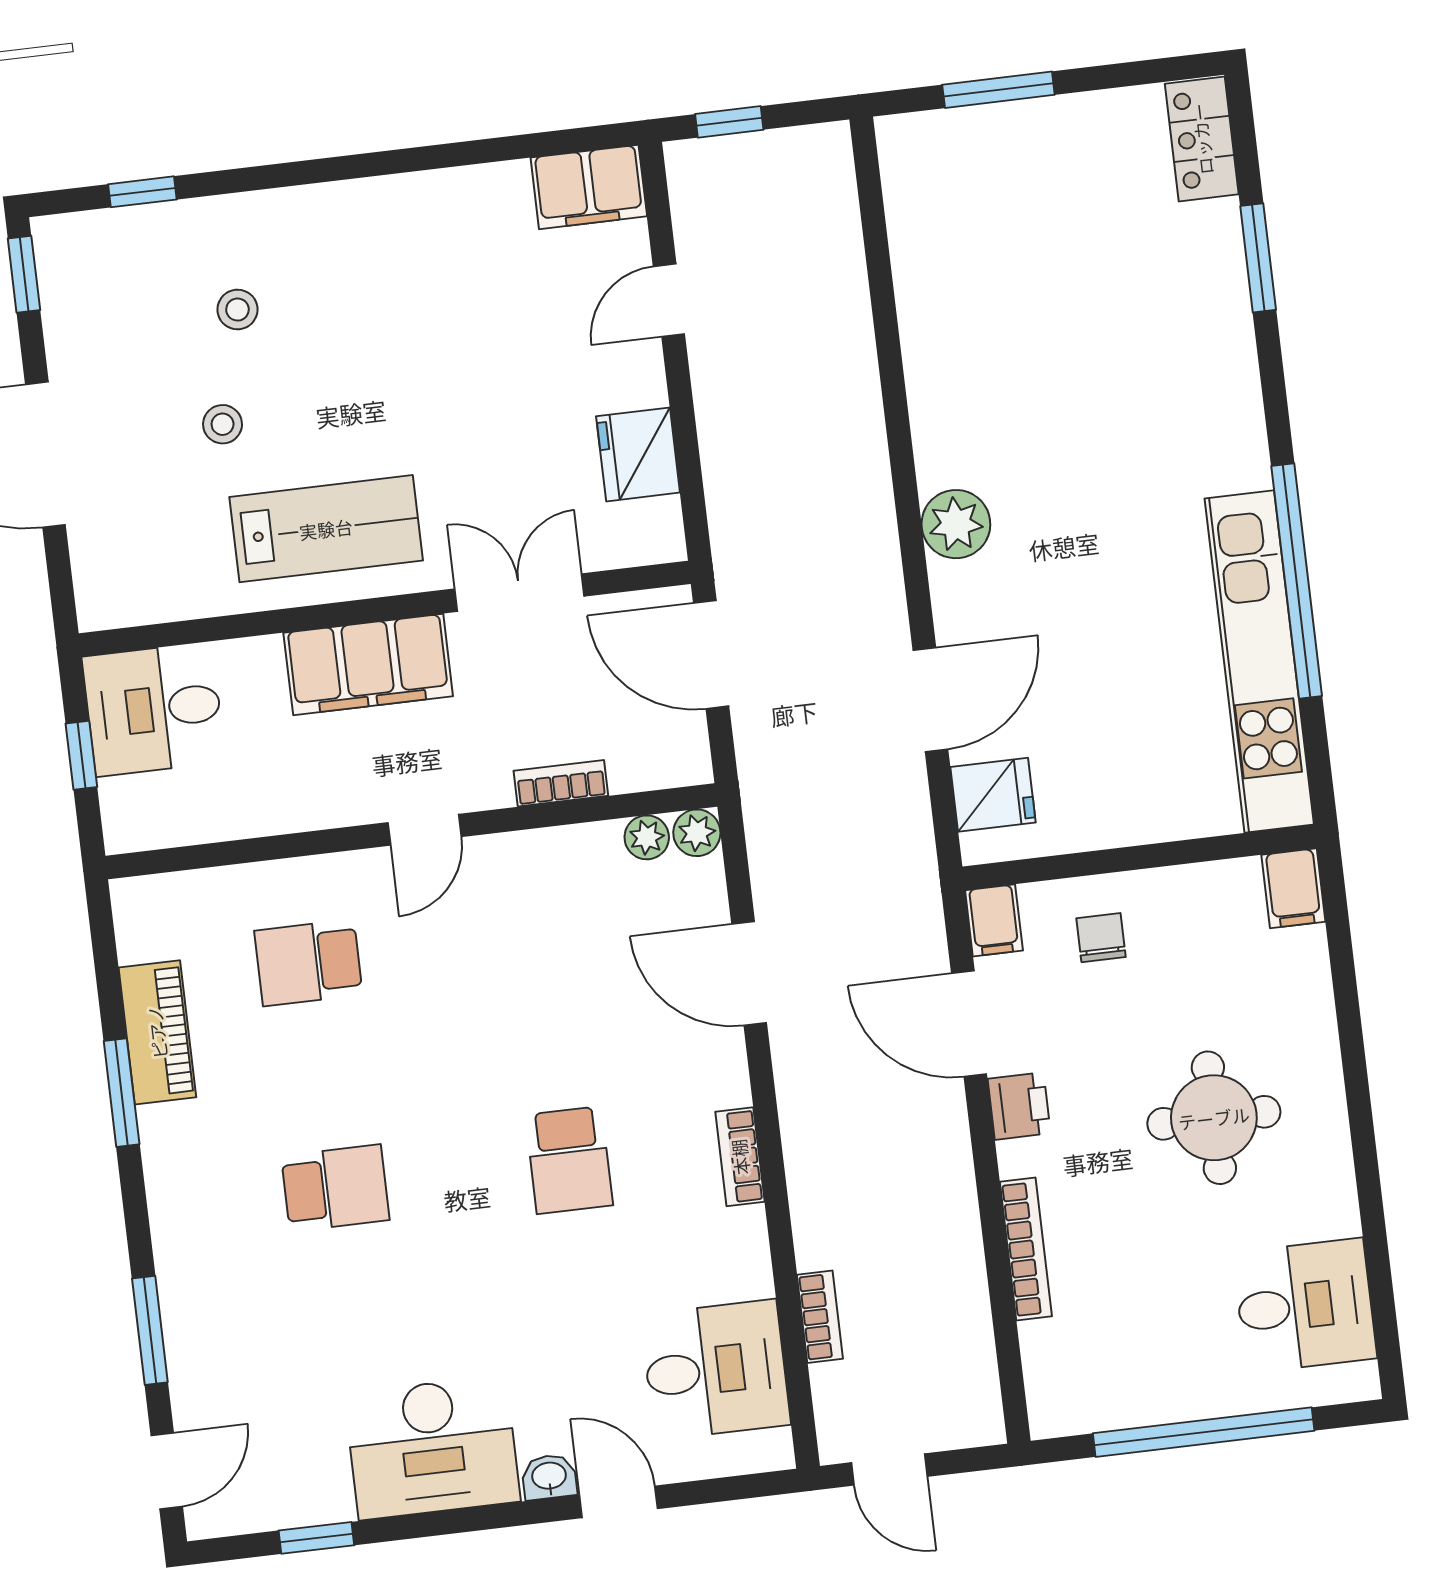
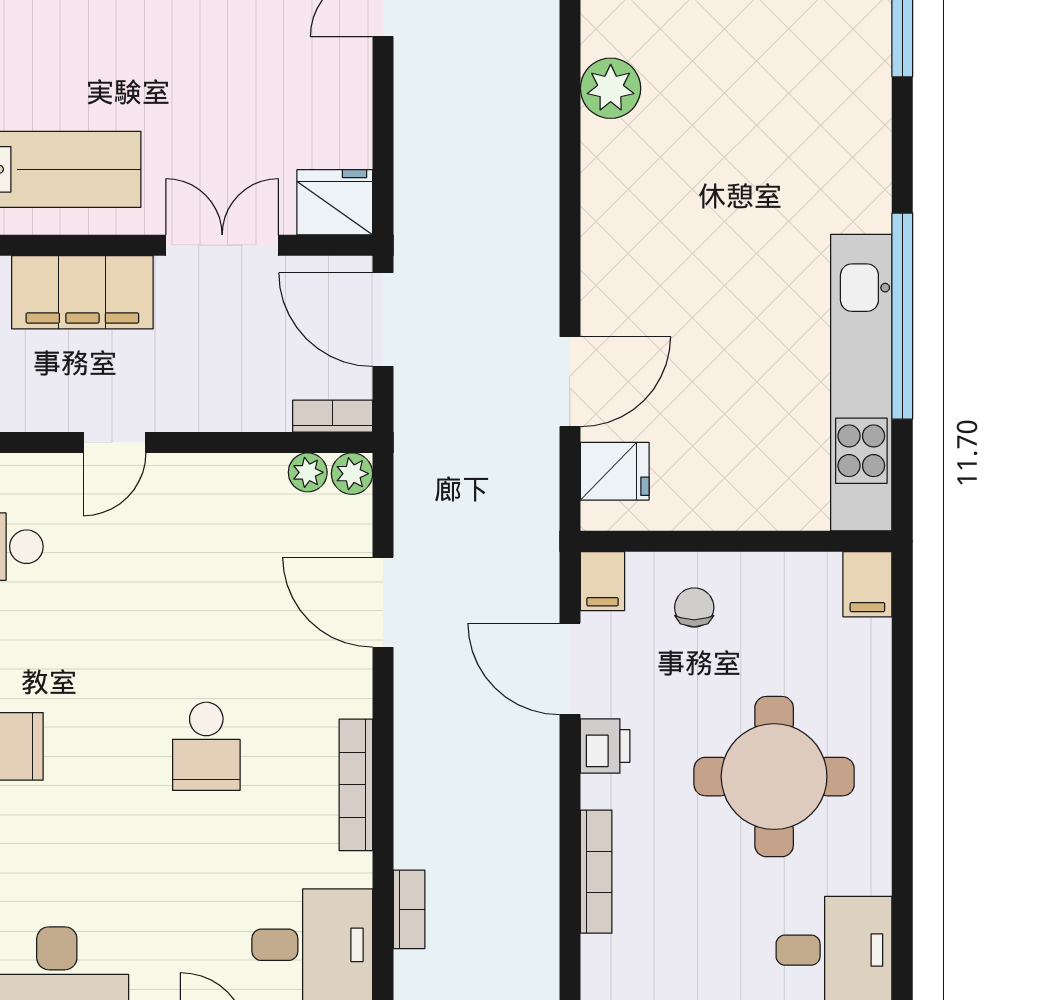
fridge: (638, 454) -> (335, 202), moved, turned 90
plant: (956, 524) -> (611, 88), moved
bookcase: (561, 783) -> (333, 416), moved
round table: (1214, 1118) -> (774, 777), width x1.36, depth x1.36
bookcase: (740, 1157) -> (356, 785), width x1.56

